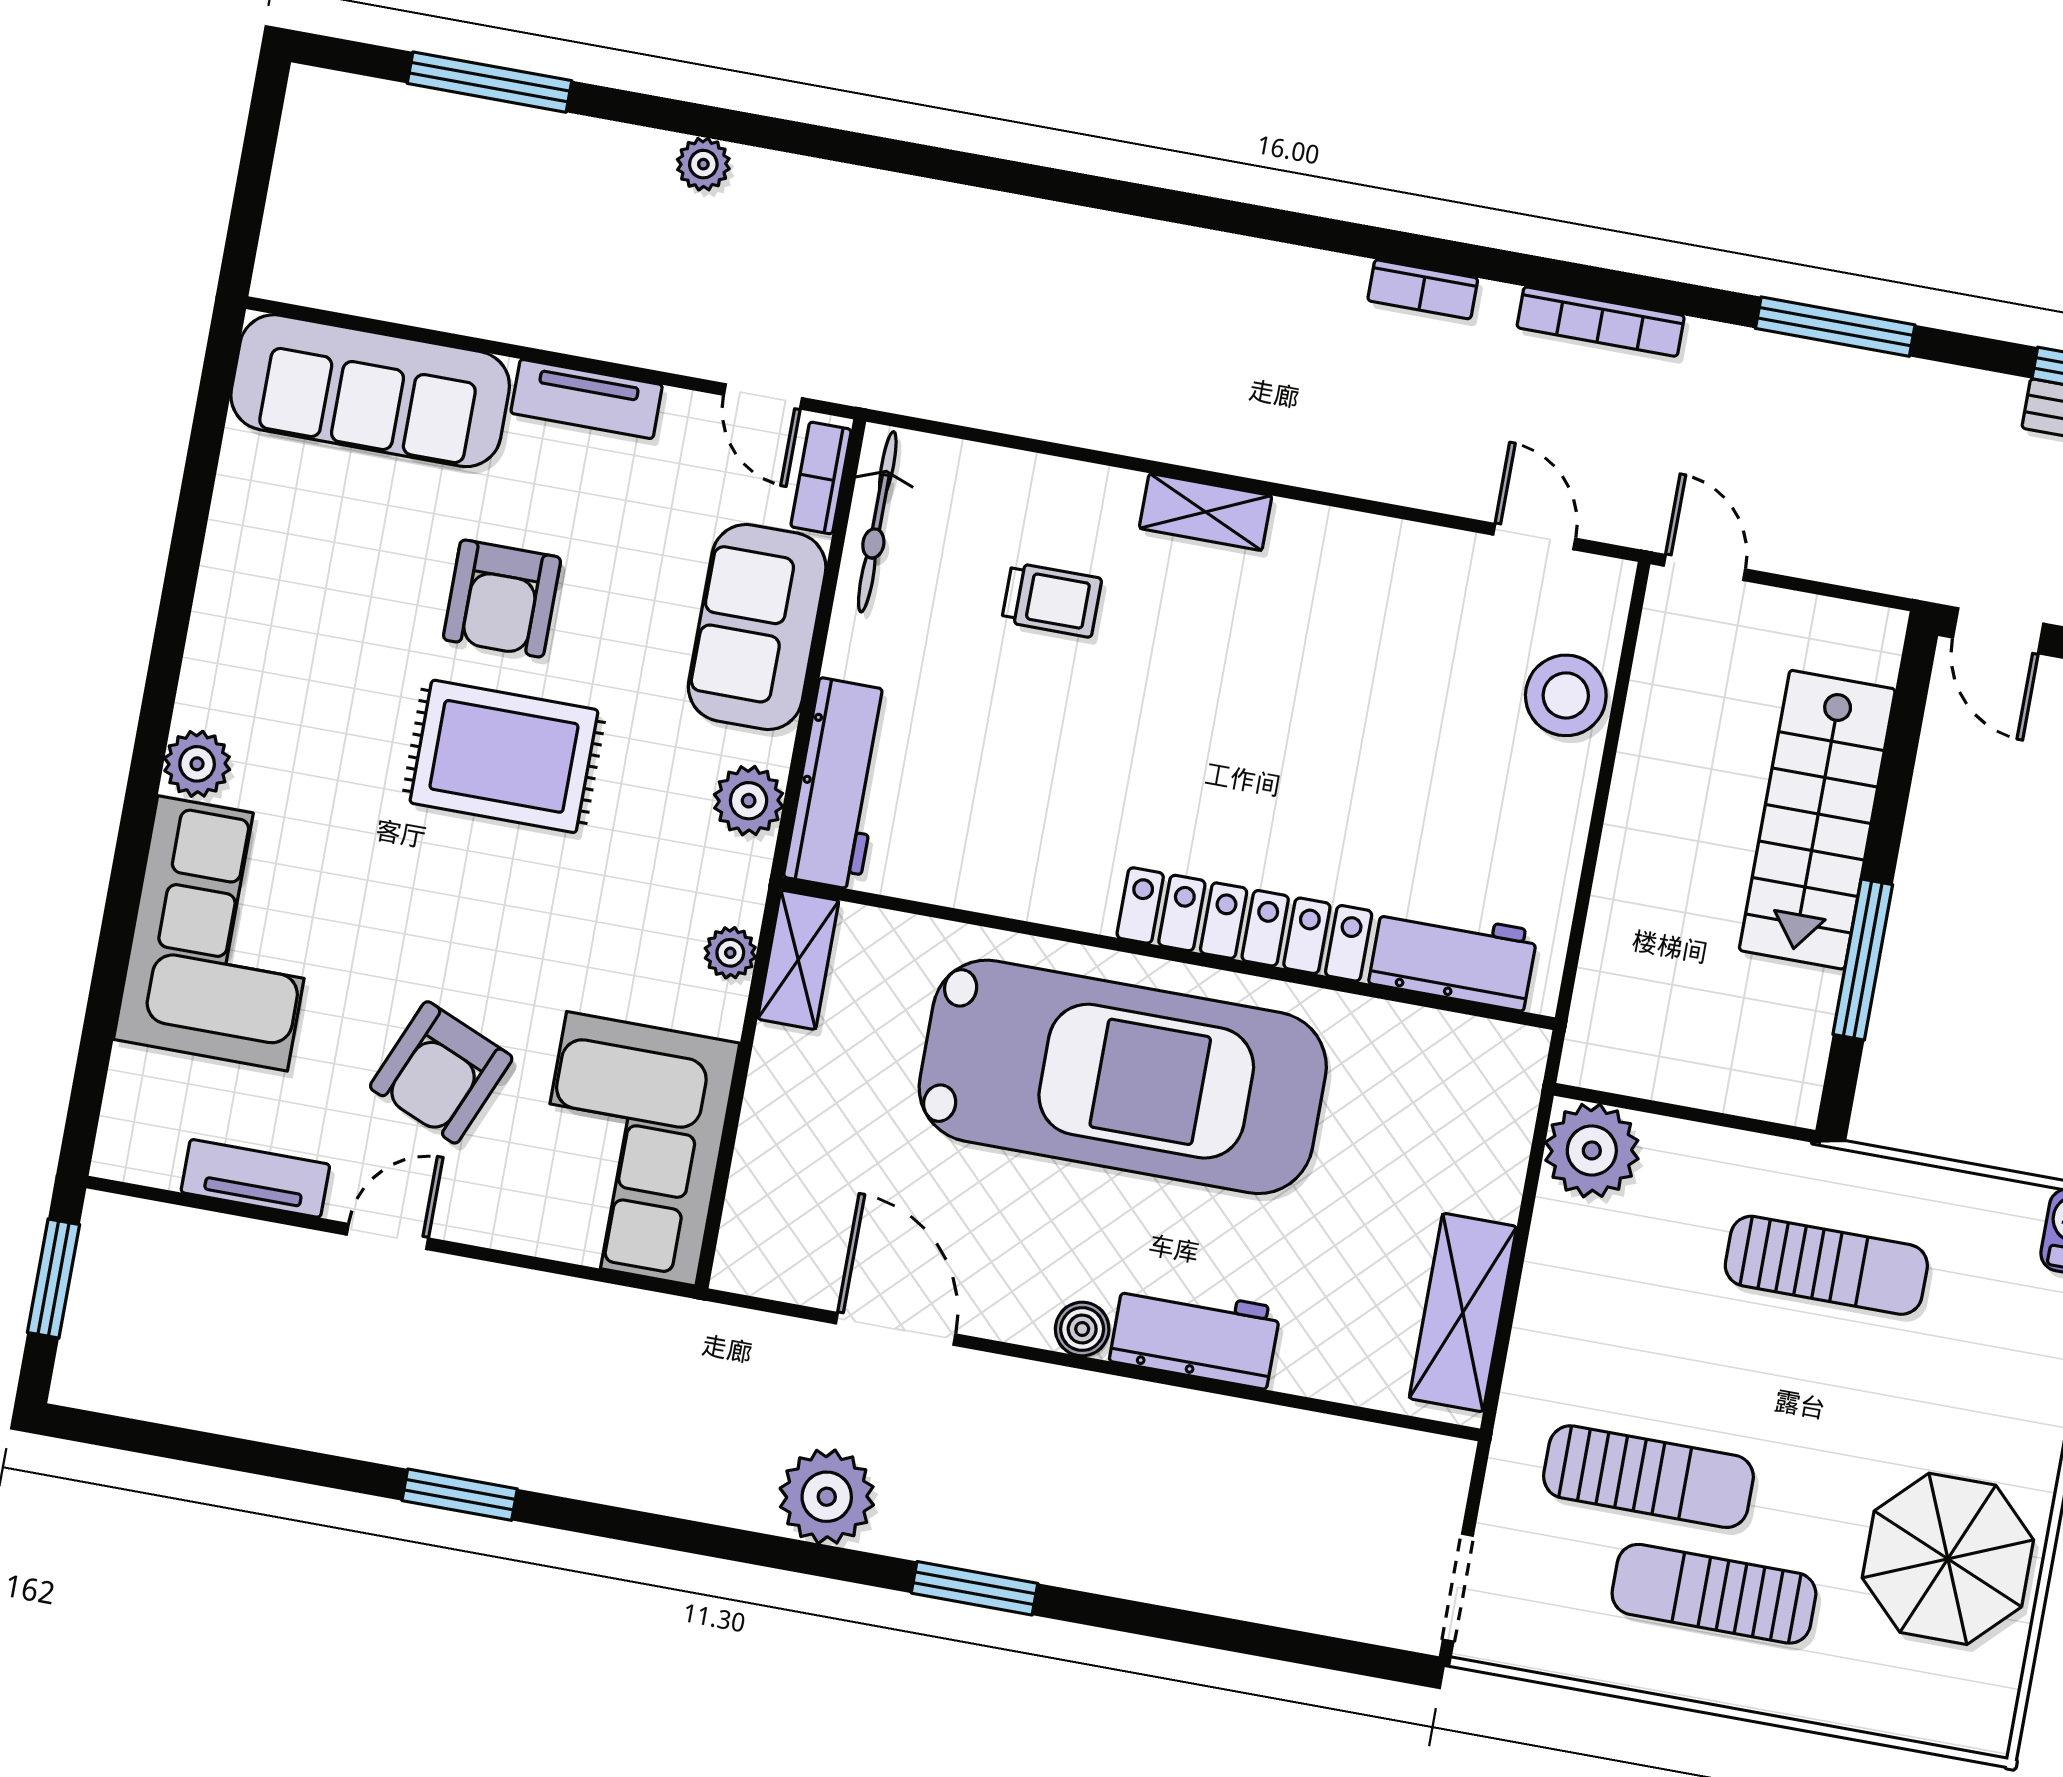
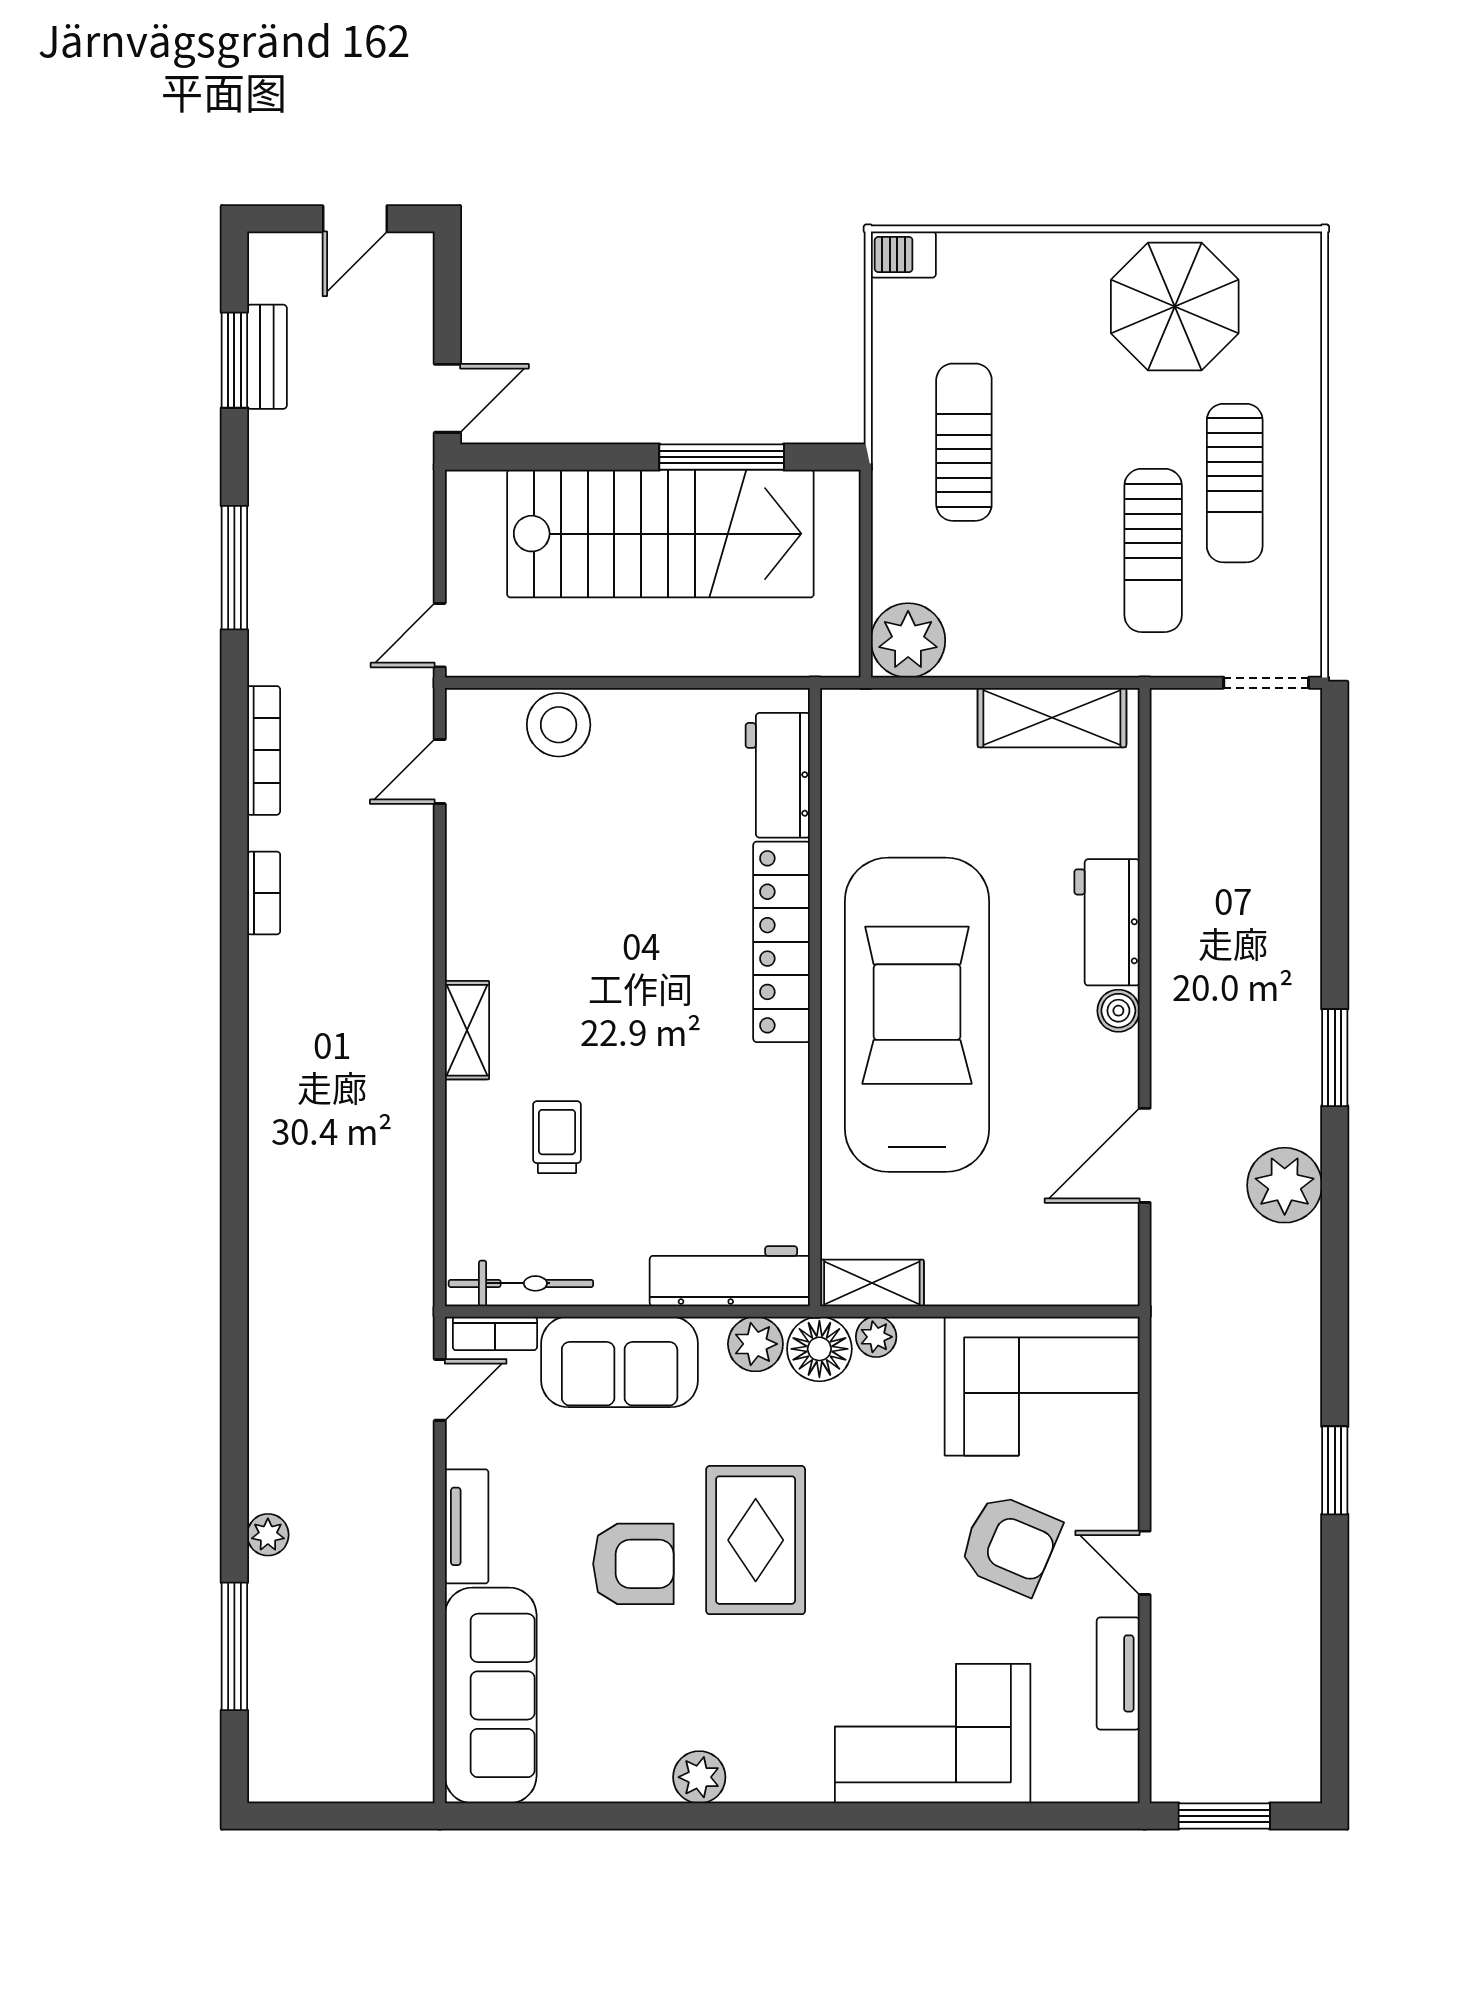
plant: (703, 164) -> (268, 1535), moved
plant: (197, 764) -> (699, 1777), moved
stairs: (1817, 820) -> (660, 534), width x1.36, depth x1.51
floor lamp: (728, 879) -> (819, 1349), added
sun lounger: (1648, 1477) -> (1153, 550), turned 180

